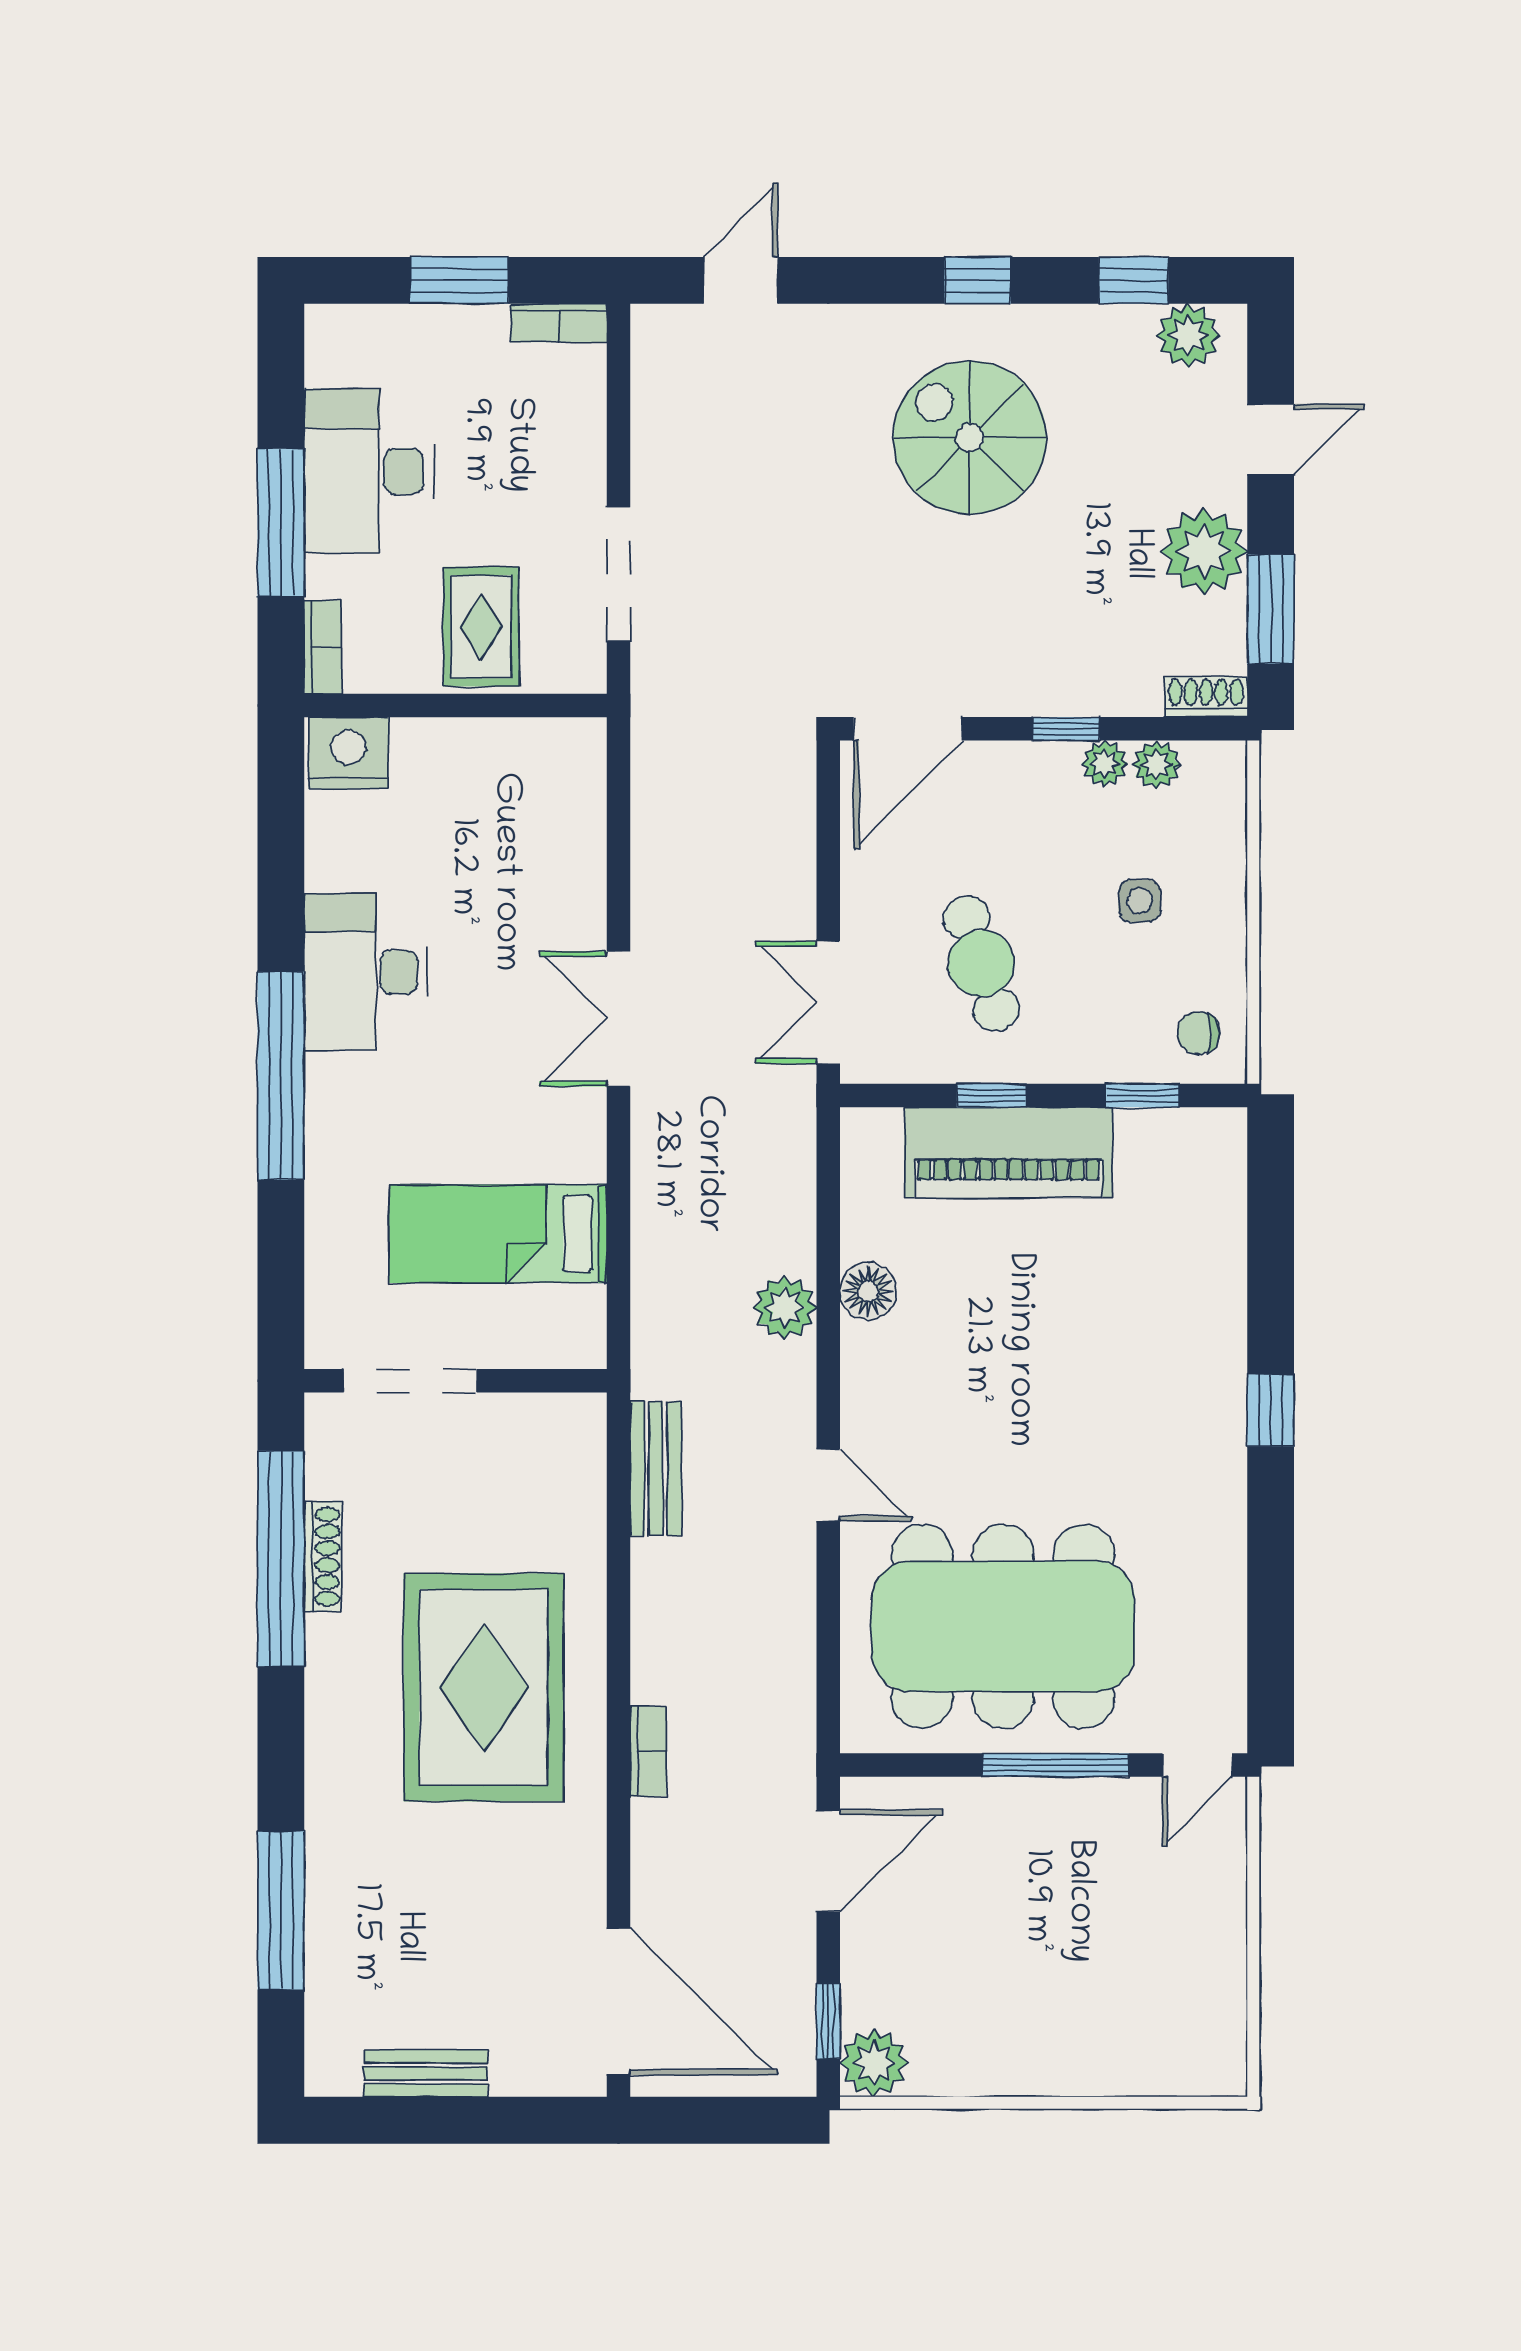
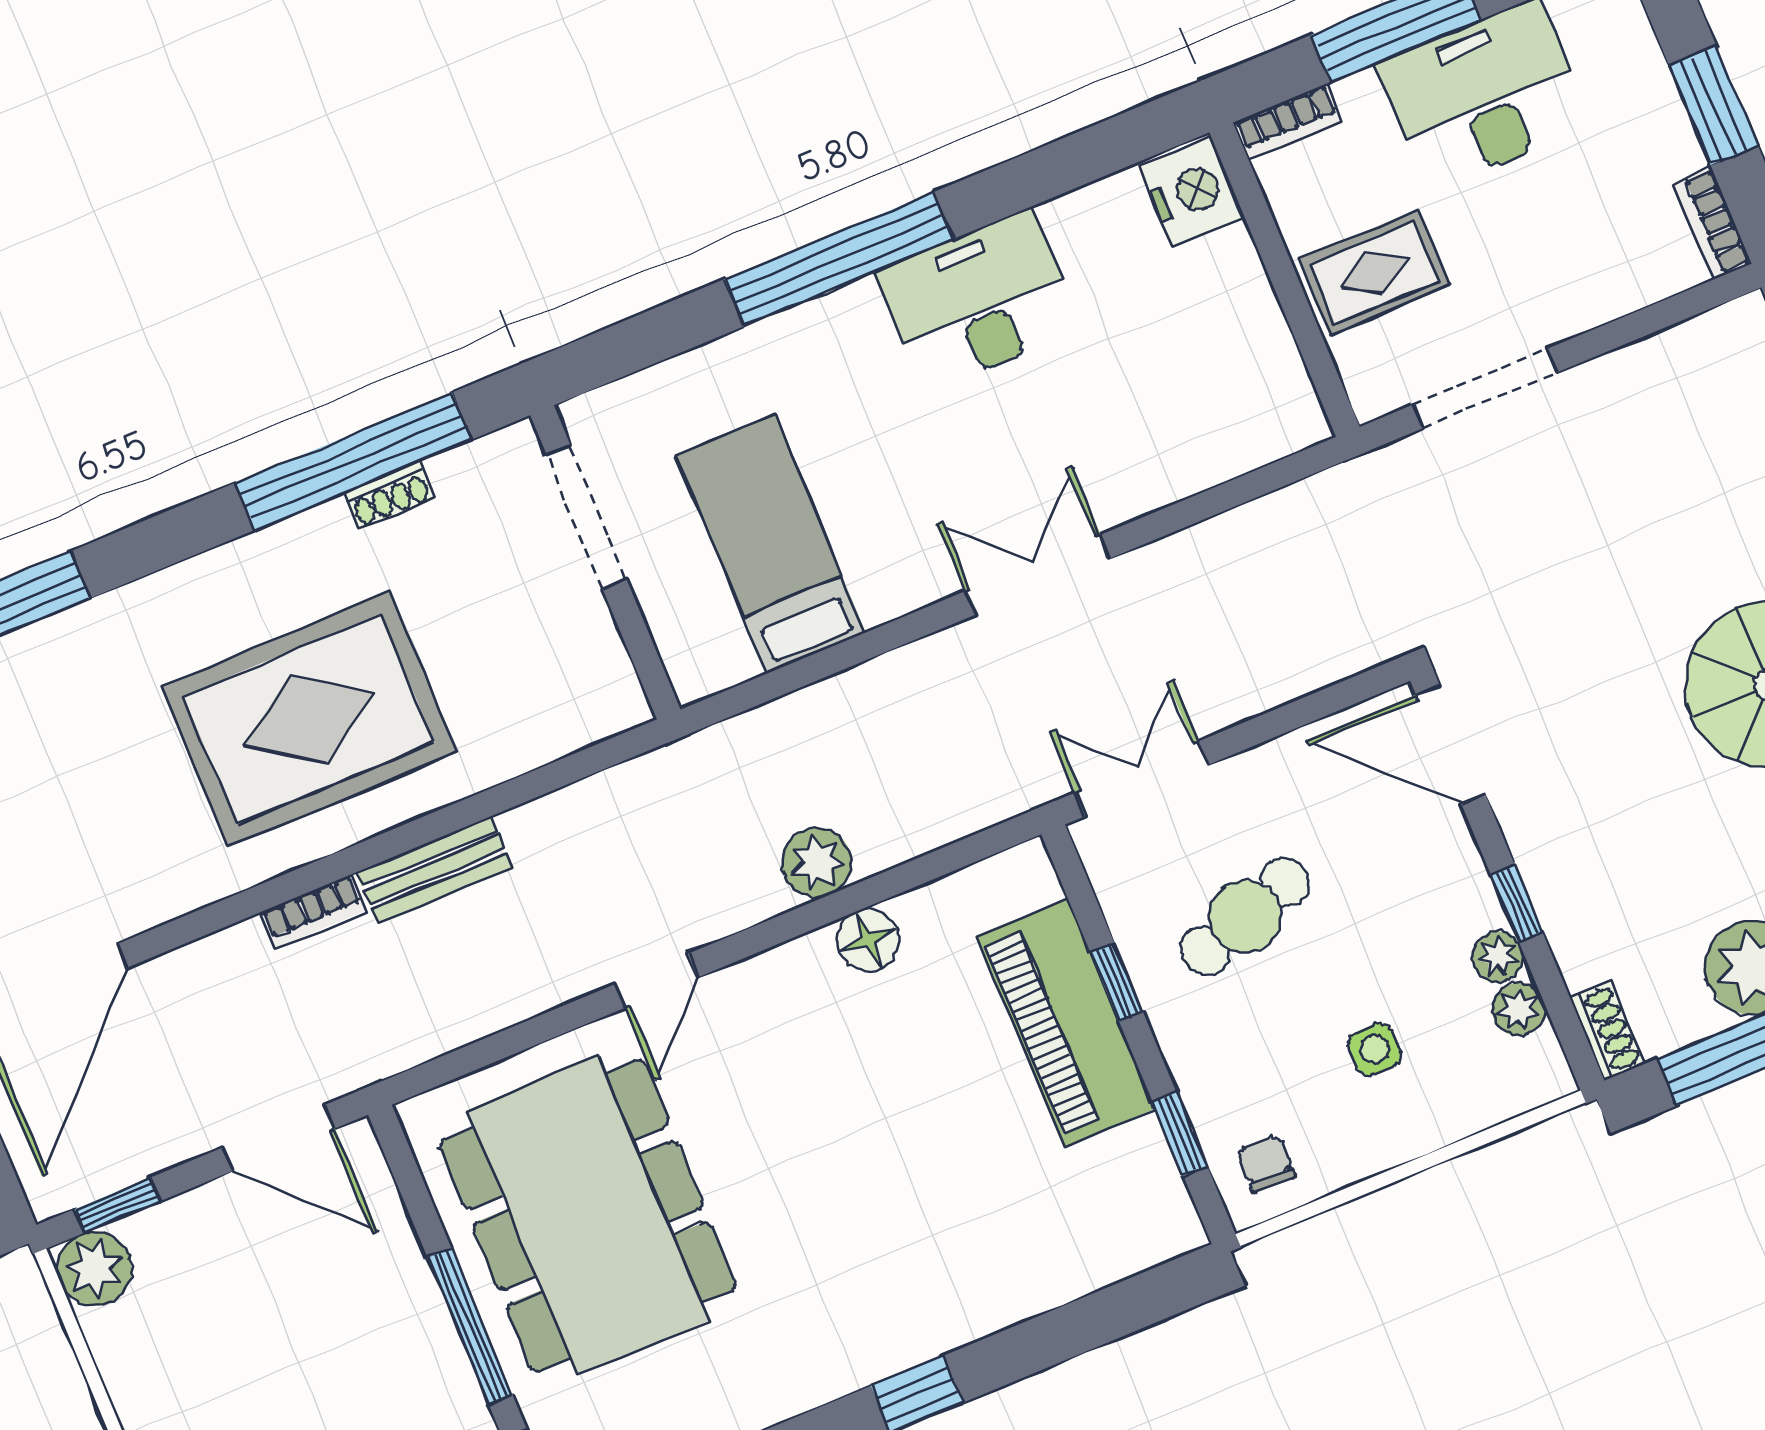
bench: (656, 1469) -> (434, 870), moved
shoe rack: (323, 1557) -> (390, 496), width x0.70

